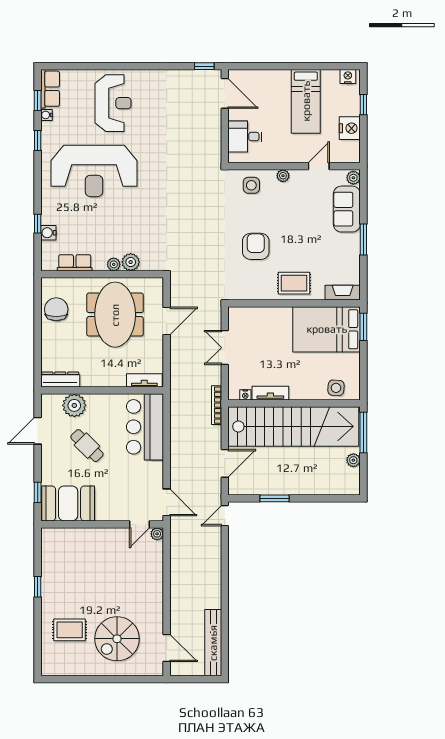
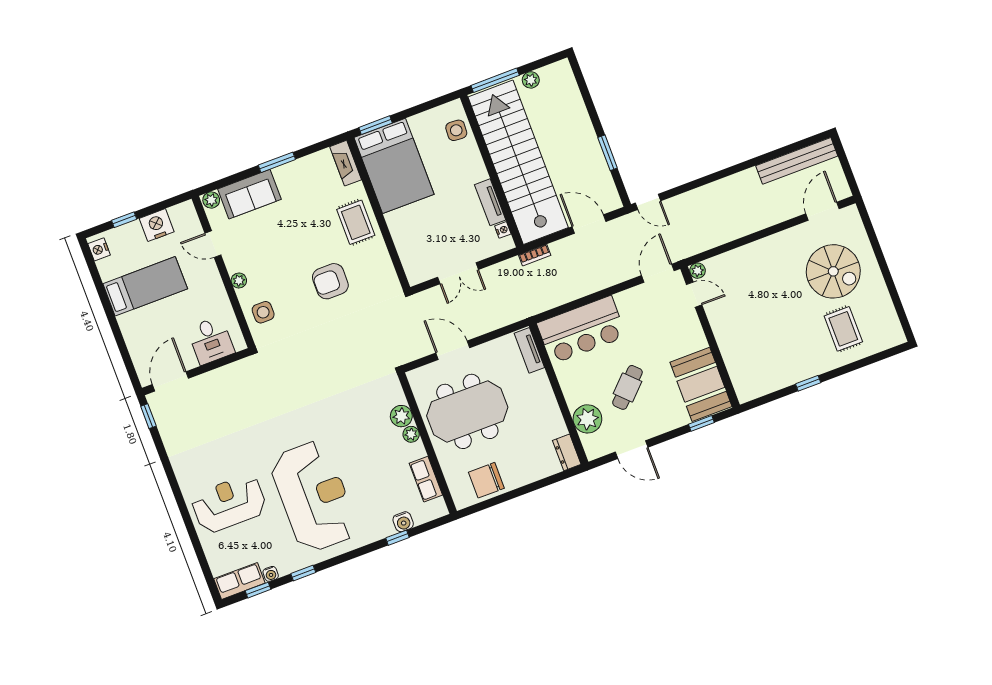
dresser: (60, 380) -> (567, 452), width x0.70
bookcase: (217, 405) -> (535, 255), width x0.64

